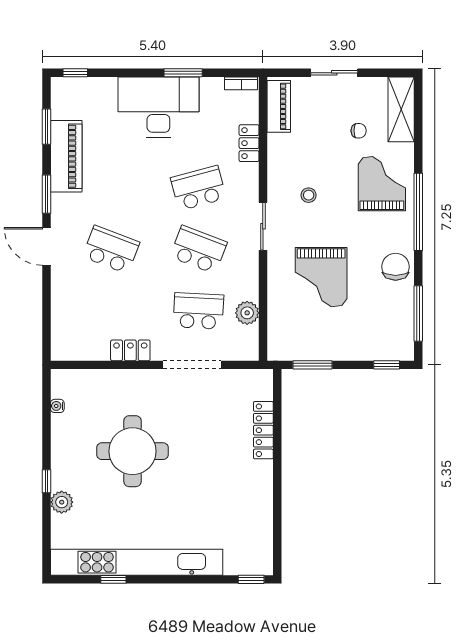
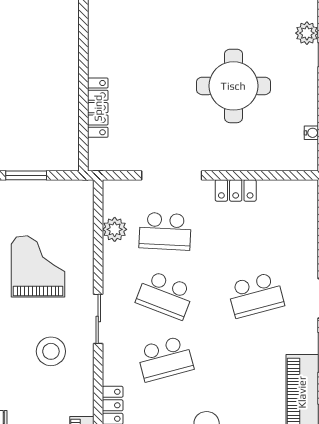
stool: (309, 195) -> (51, 351), width x1.89, depth x1.89
school desk: (111, 250) -> (256, 295), turned -36
window: (313, 365) -> (26, 175), moved

